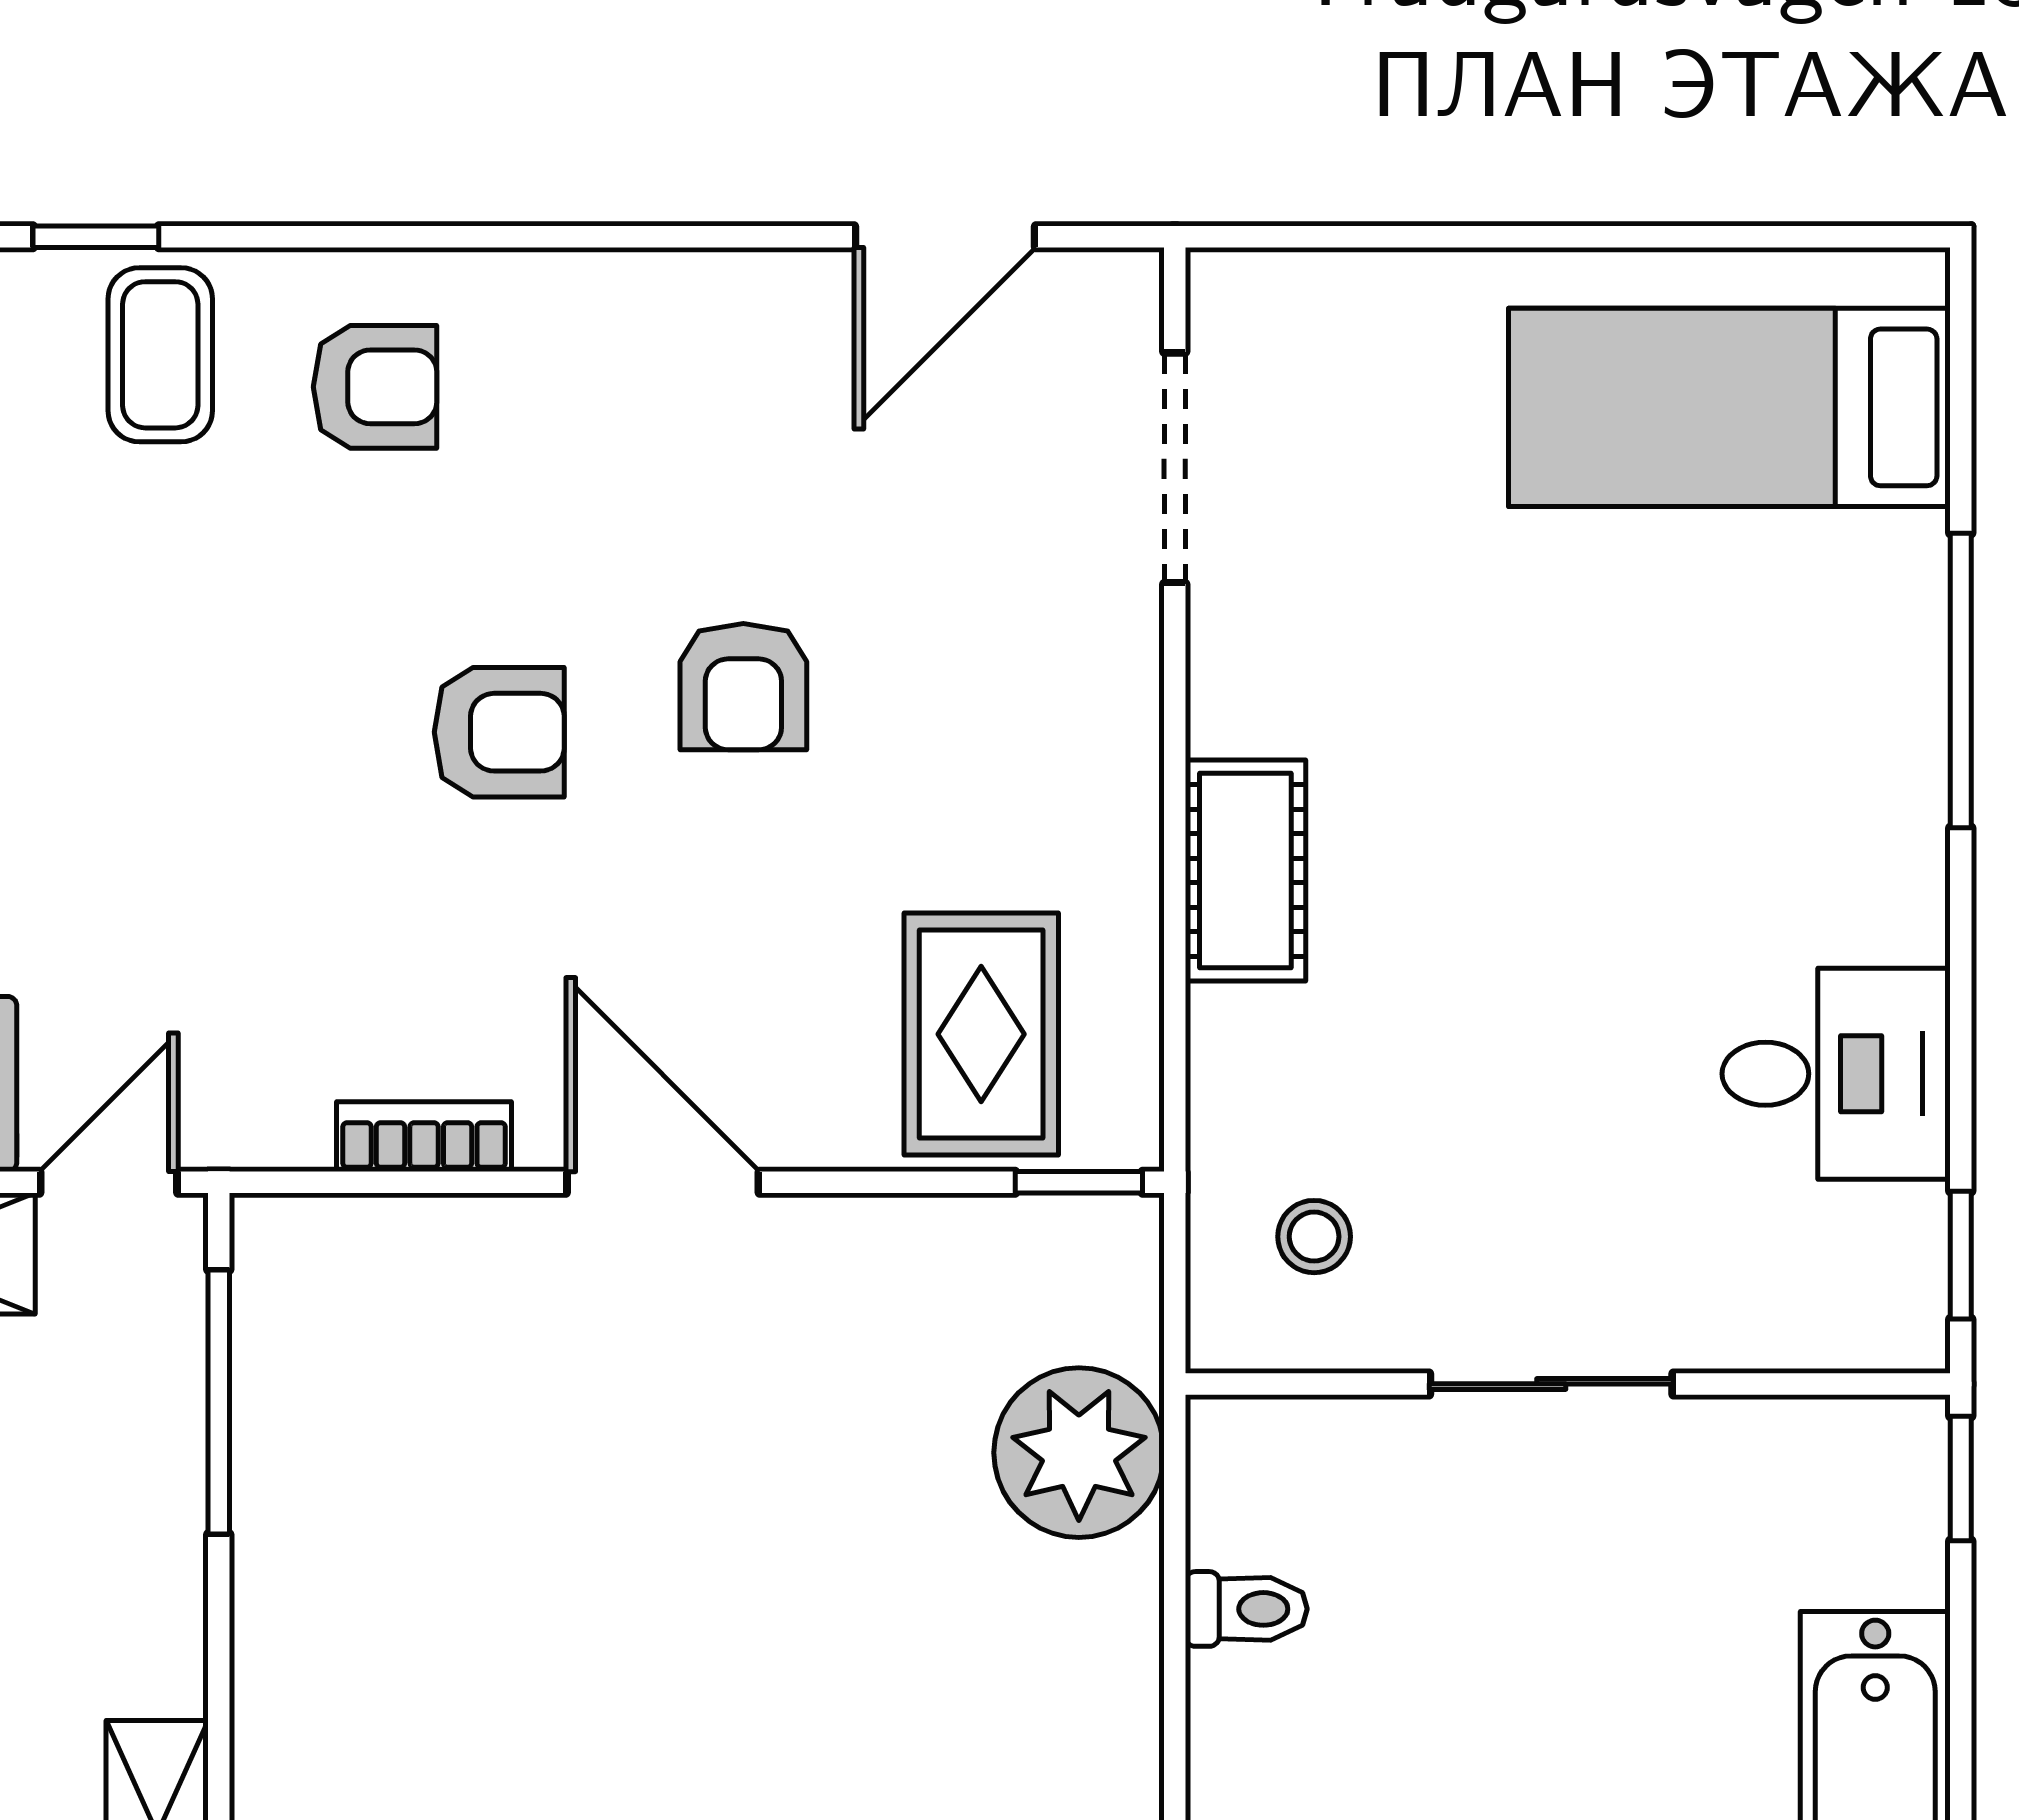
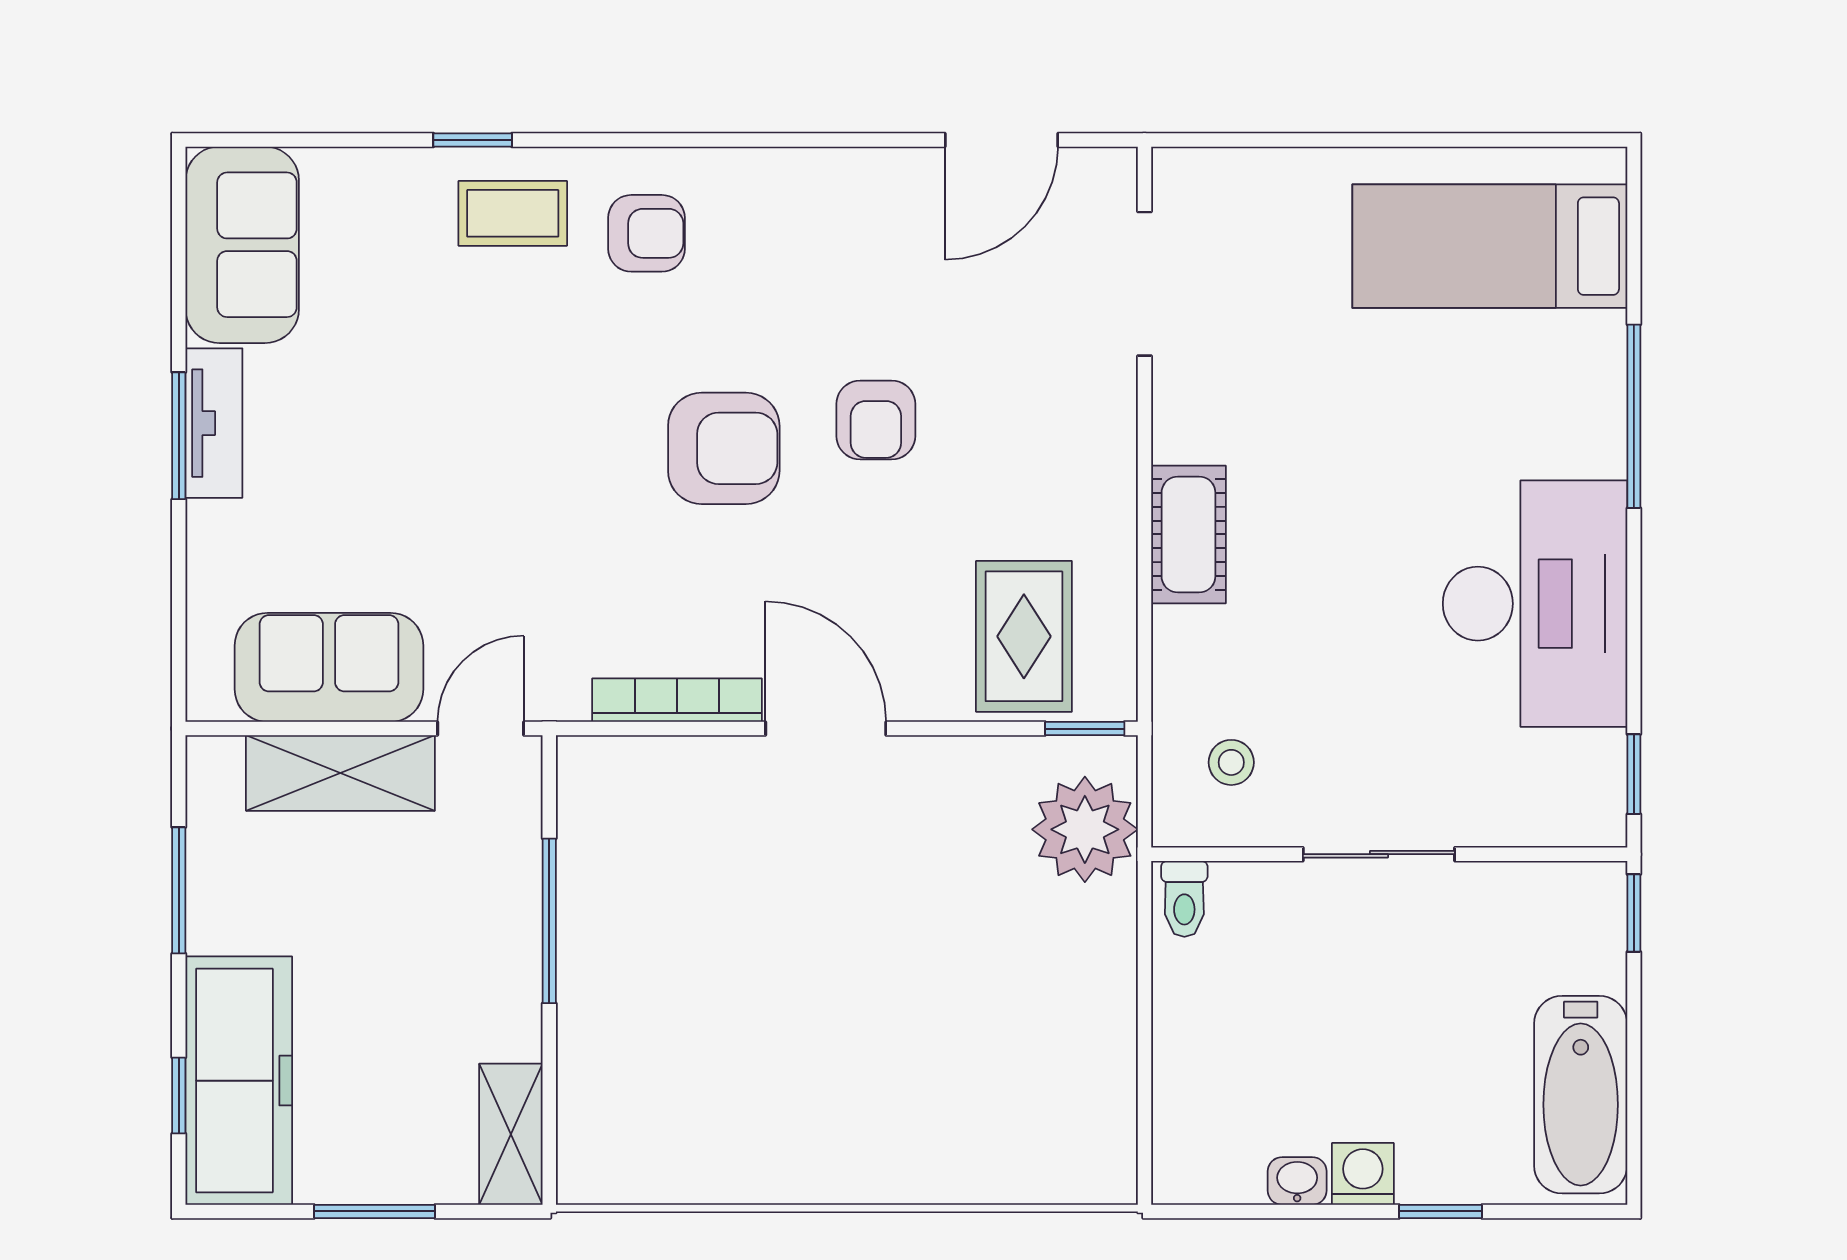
coffee table: (160, 355) -> (513, 213), turned 90
armchair: (499, 732) -> (724, 448), width x1.38, depth x1.38
desk: (1836, 1074) -> (1535, 604), width x1.87, depth x1.30
bookcase: (424, 1137) -> (677, 700), width x1.56
window: (219, 1402) -> (549, 921), moved
plant: (1079, 1453) -> (1085, 829), moved
toilet: (1246, 1609) -> (1184, 899), moved, turned 90

